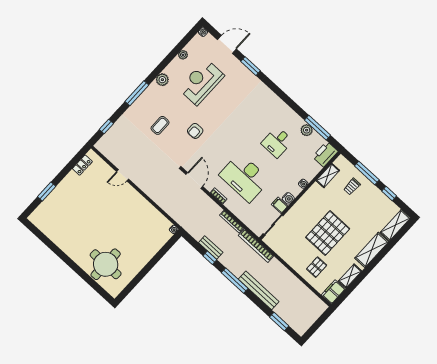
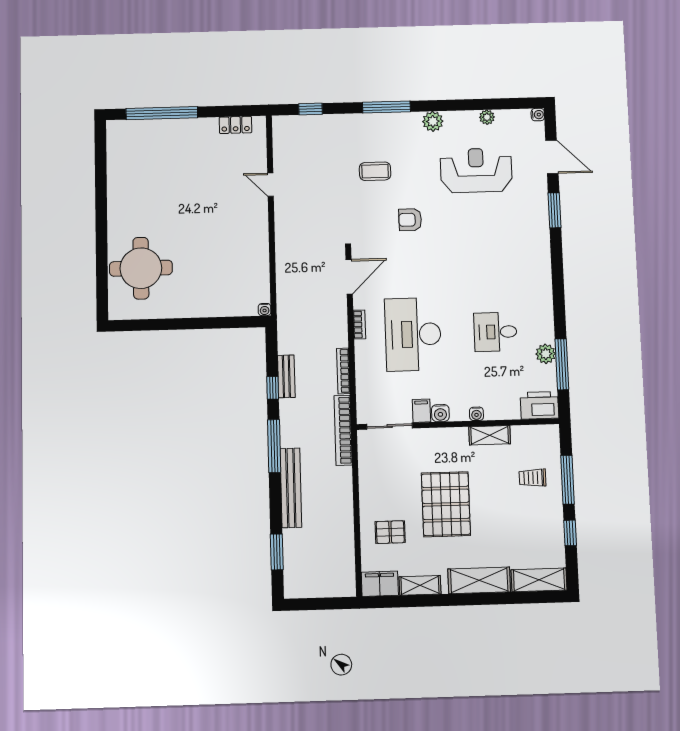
shelving: (328, 176) -> (490, 435), moved
window: (47, 191) -> (162, 113), width x2.11
pallet: (328, 233) -> (446, 504), turned 90

